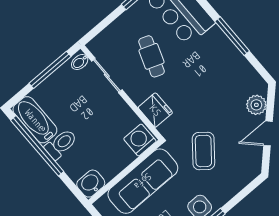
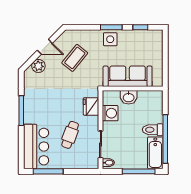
window: (50, 70) -> (139, 171), moved
washing machine: (140, 140) -> (110, 113), moved, turned -90
coffee table: (203, 151) -> (75, 58), moved
washbasin: (91, 184) -> (129, 97), moved

